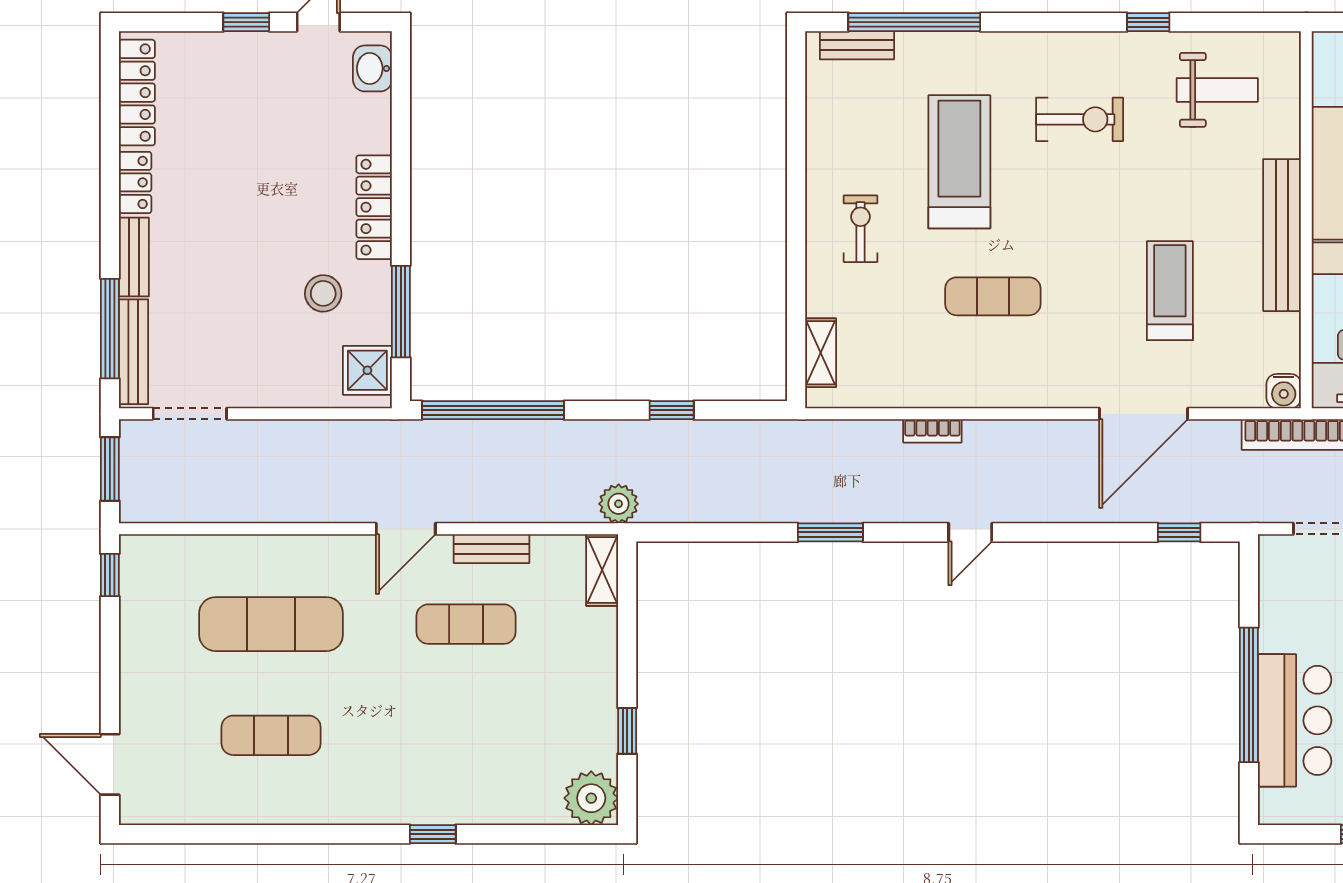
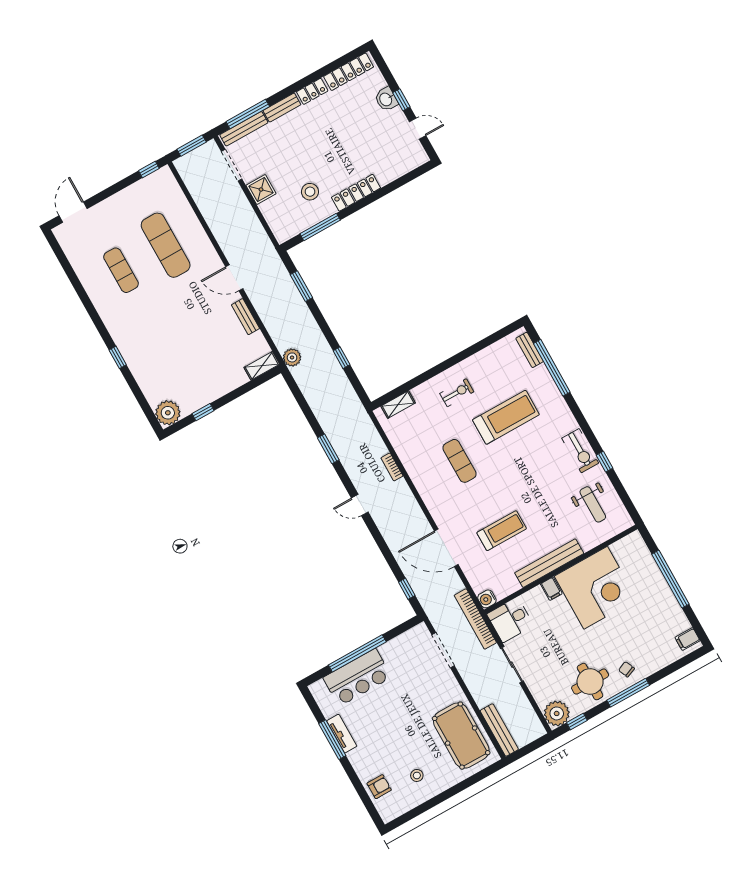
washbasin: (372, 68) -> (386, 99), moved, turned -90
exercise bike: (1080, 119) -> (580, 451), moved
shower: (367, 370) -> (261, 189), moved
window: (493, 410) -> (301, 286), width x0.47
exercise mat: (466, 624) -> (209, 323), removed

